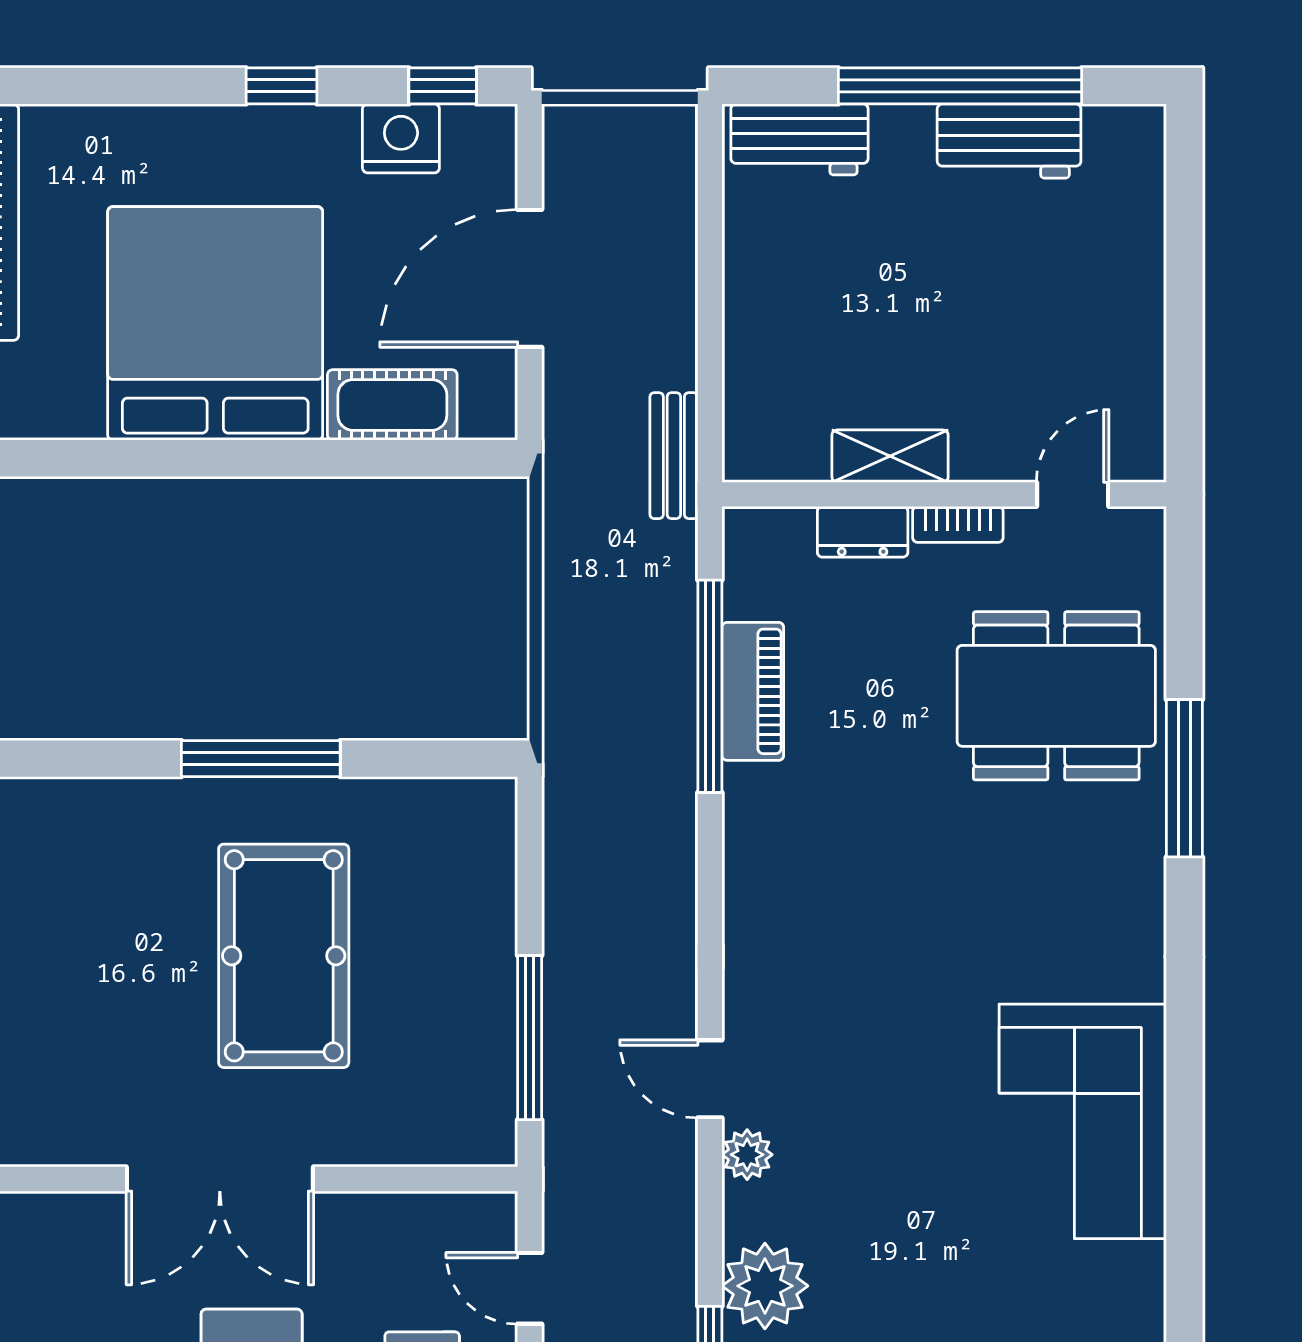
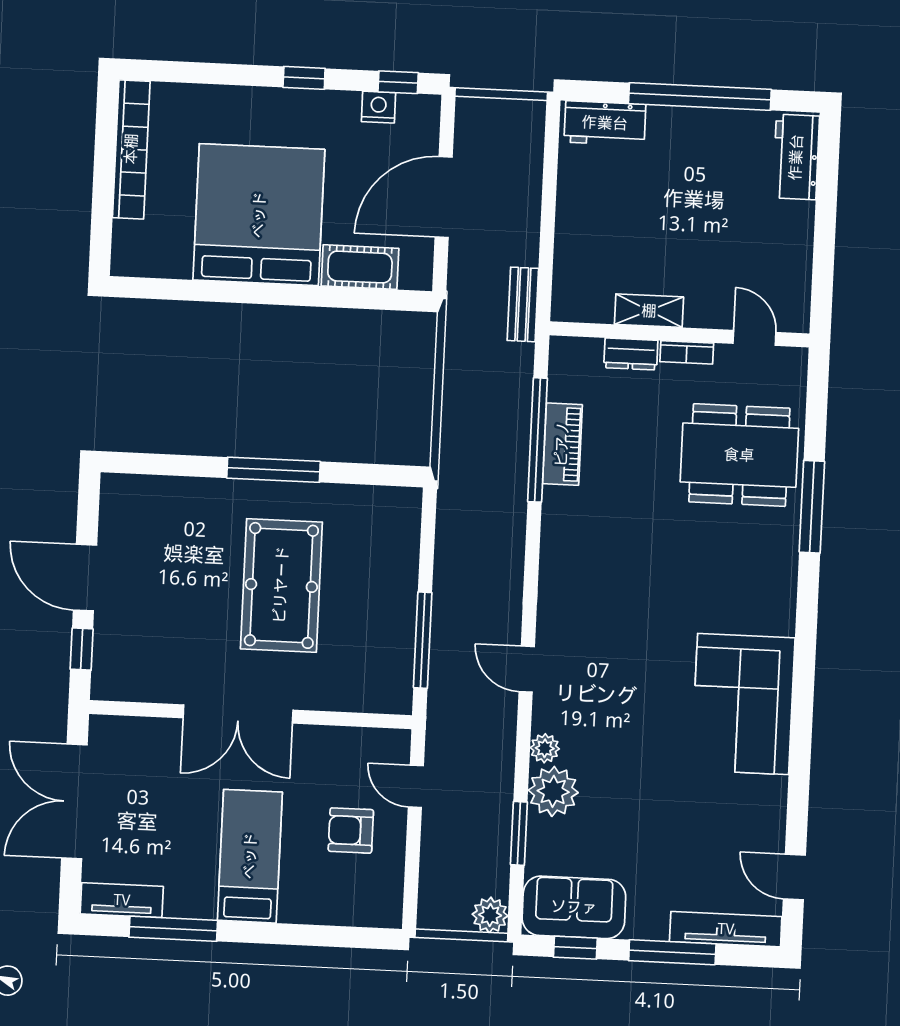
nightstand: (401, 138) -> (379, 107), width x0.74, depth x0.75
workbench: (1009, 141) -> (796, 157), moved, turned 90
door: (1073, 494) -> (754, 338), hinge flipped
plant: (747, 1155) -> (545, 748), moved

